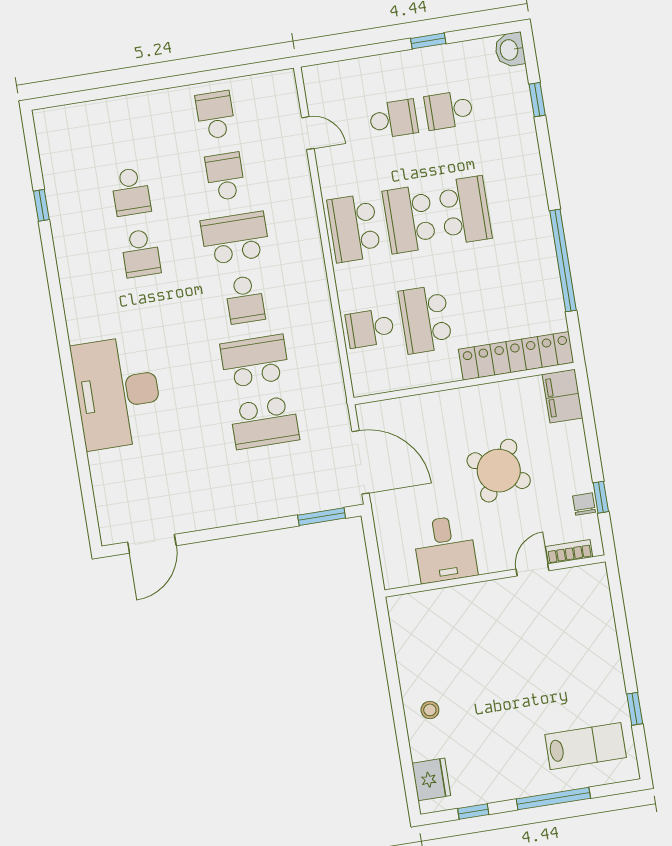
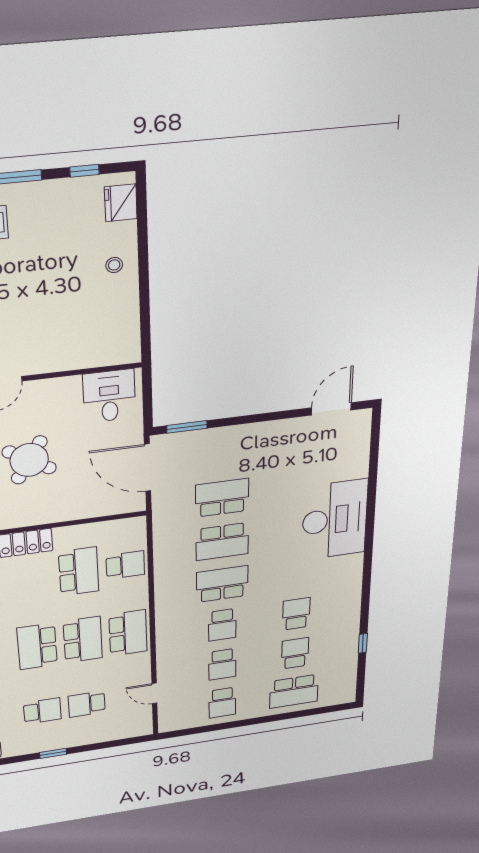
school desk: (121, 130) -> (294, 691), added
school desk: (235, 238) -> (222, 625), width x0.54
school desk: (245, 300) -> (222, 584), width x1.85
desk: (445, 549) -> (109, 396), moved

